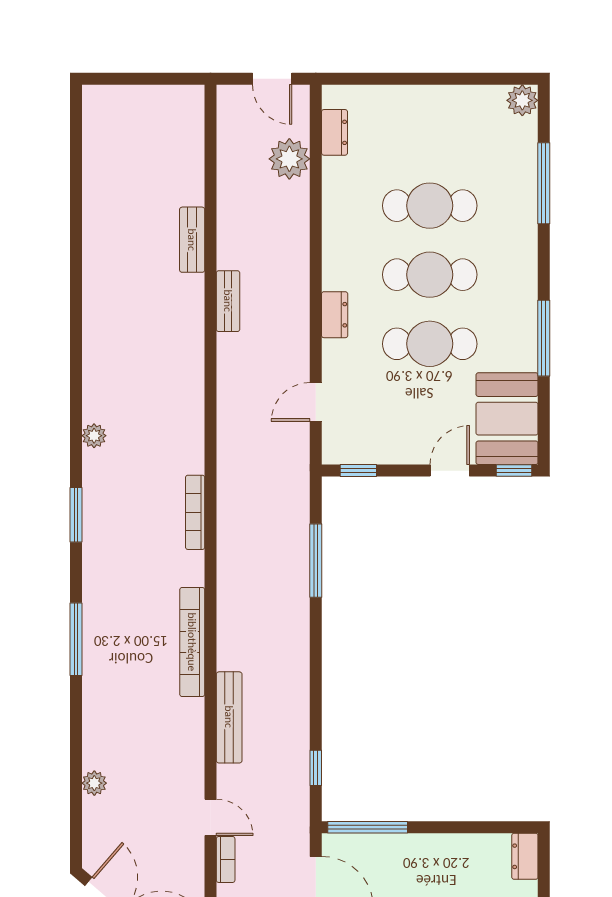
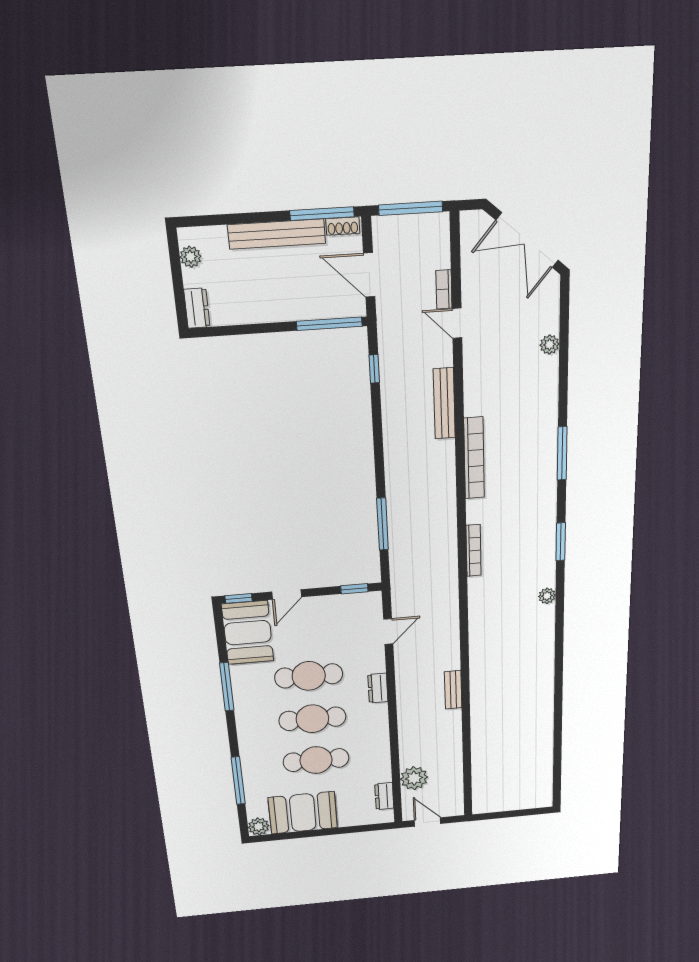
booth: (456, 117) -> (303, 813), added
bench: (192, 240) -> (479, 725), removed

